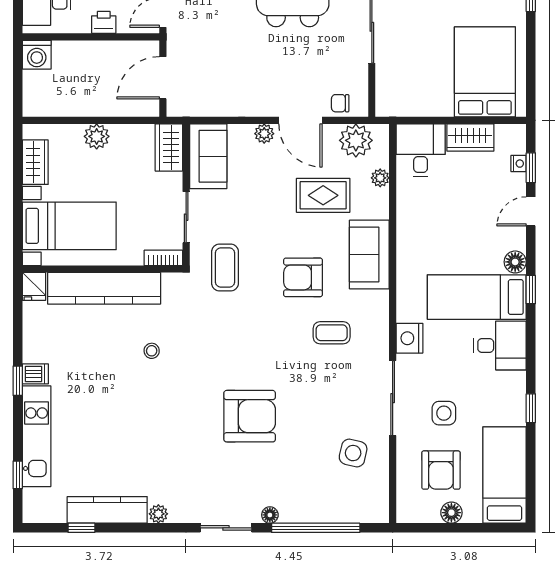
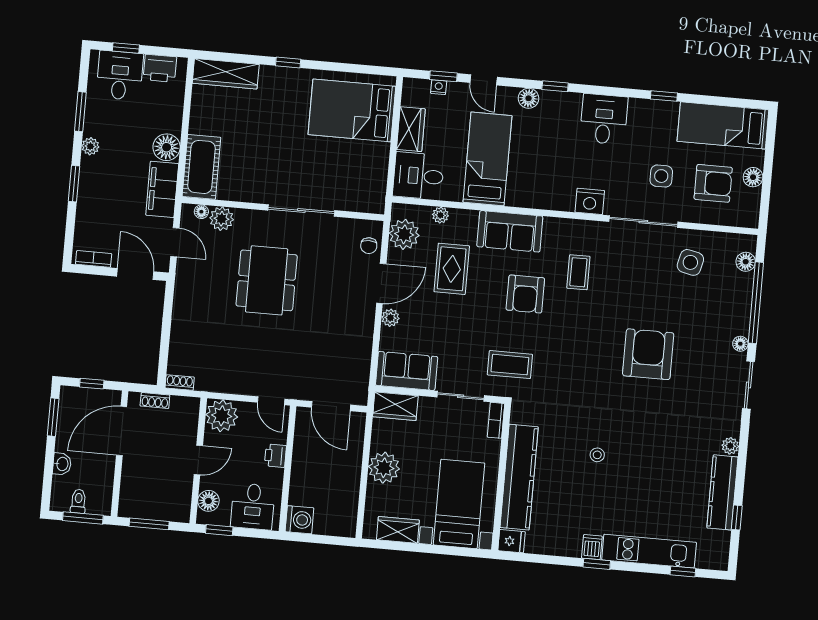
plant: (97, 136) -> (384, 468), width x1.36, depth x1.36
bed: (477, 297) -> (487, 159), moved, turned 180
stool: (152, 351) -> (597, 455), moved
floor lamp: (359, 513) -> (746, 262), added

